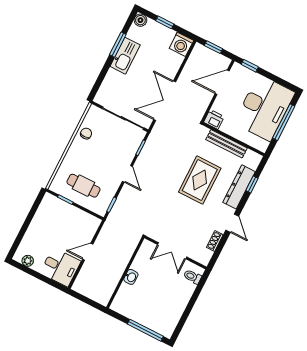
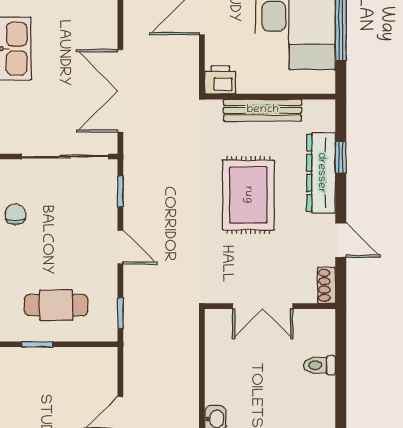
double door: (172, 251) -> (263, 306), moved
wall: (176, 253) -> (270, 306), moved

